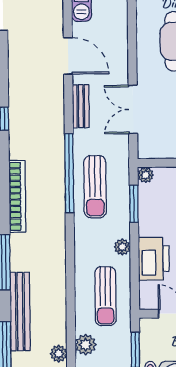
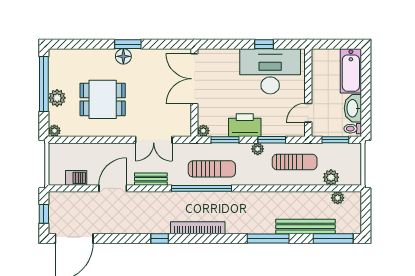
bookcase: (17, 196) -> (198, 228), moved
printer: (154, 259) -> (245, 125), moved
window: (135, 266) -> (272, 140), added

